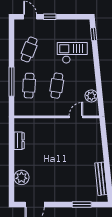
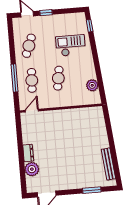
door: (76, 117) -> (32, 111), moved
dresser: (19, 141) -> (28, 153), moved

